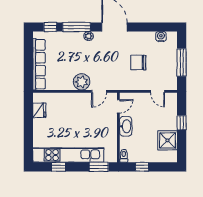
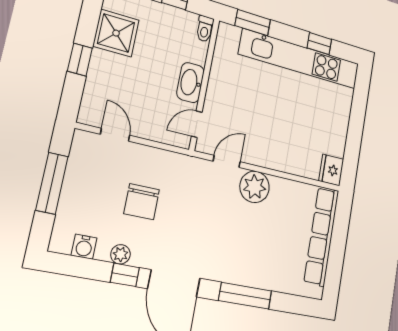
window: (50, 27) -> (125, 275), moved
plant: (89, 36) -> (120, 254), moved
chair: (138, 63) -> (142, 202), turned 90
fridge: (39, 110) -> (331, 170), moved

